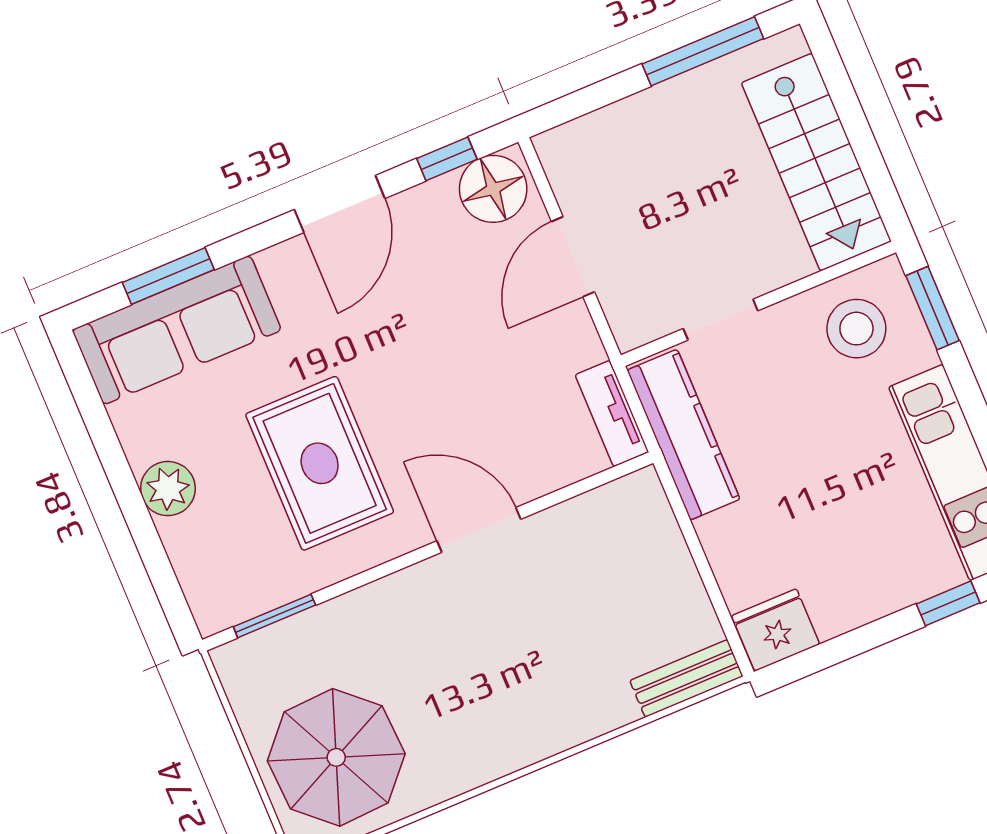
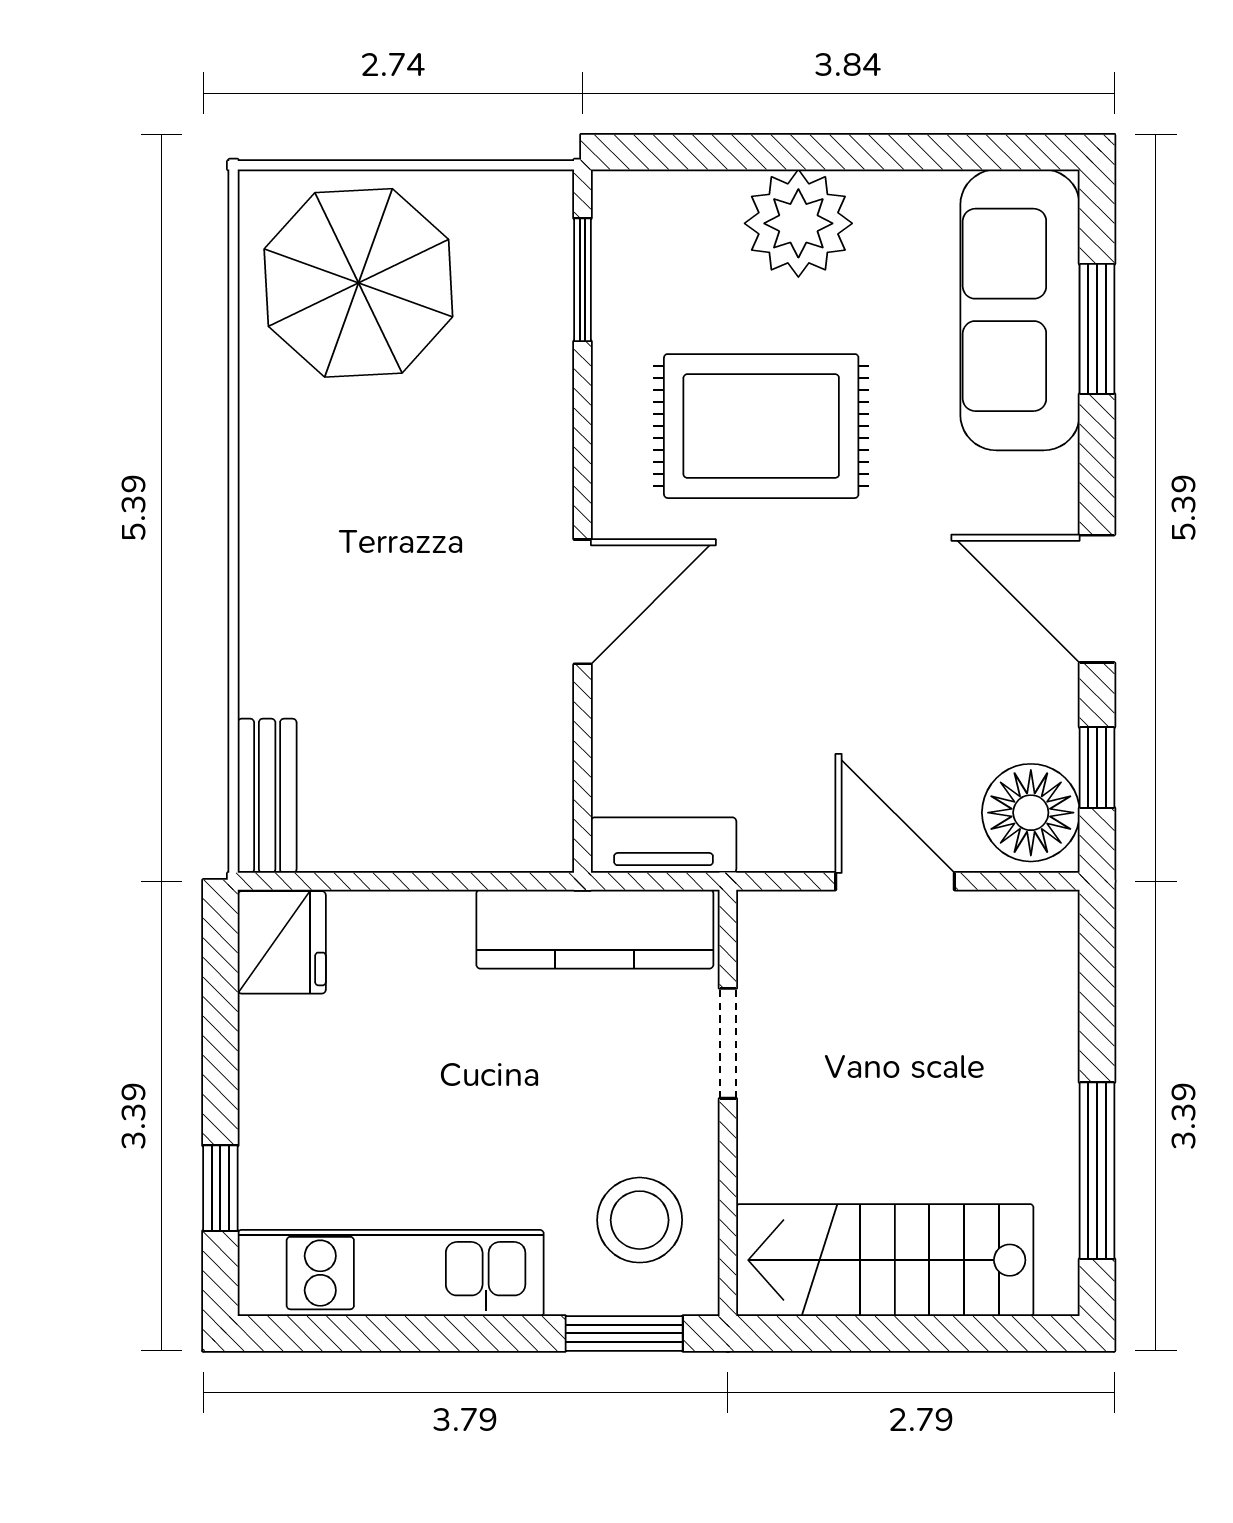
plant: (168, 489) -> (798, 223), width x1.36, depth x1.36

